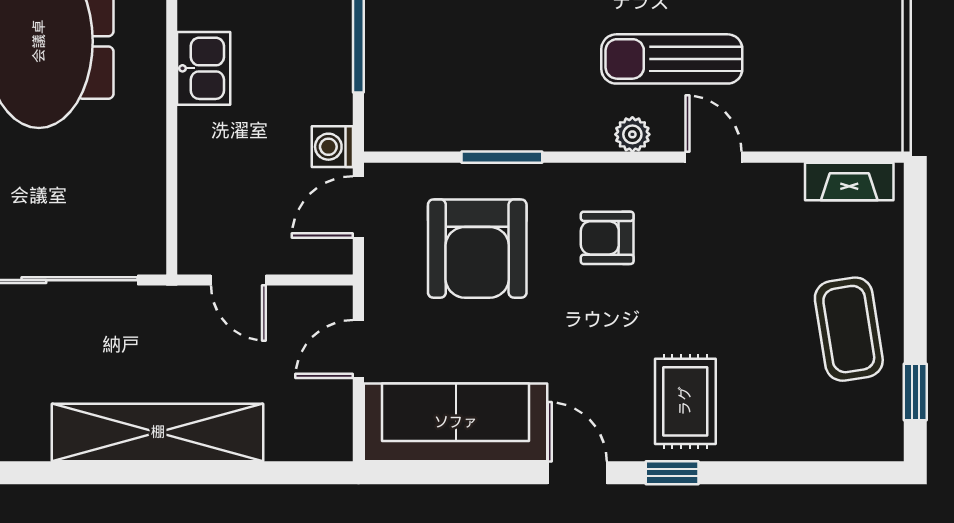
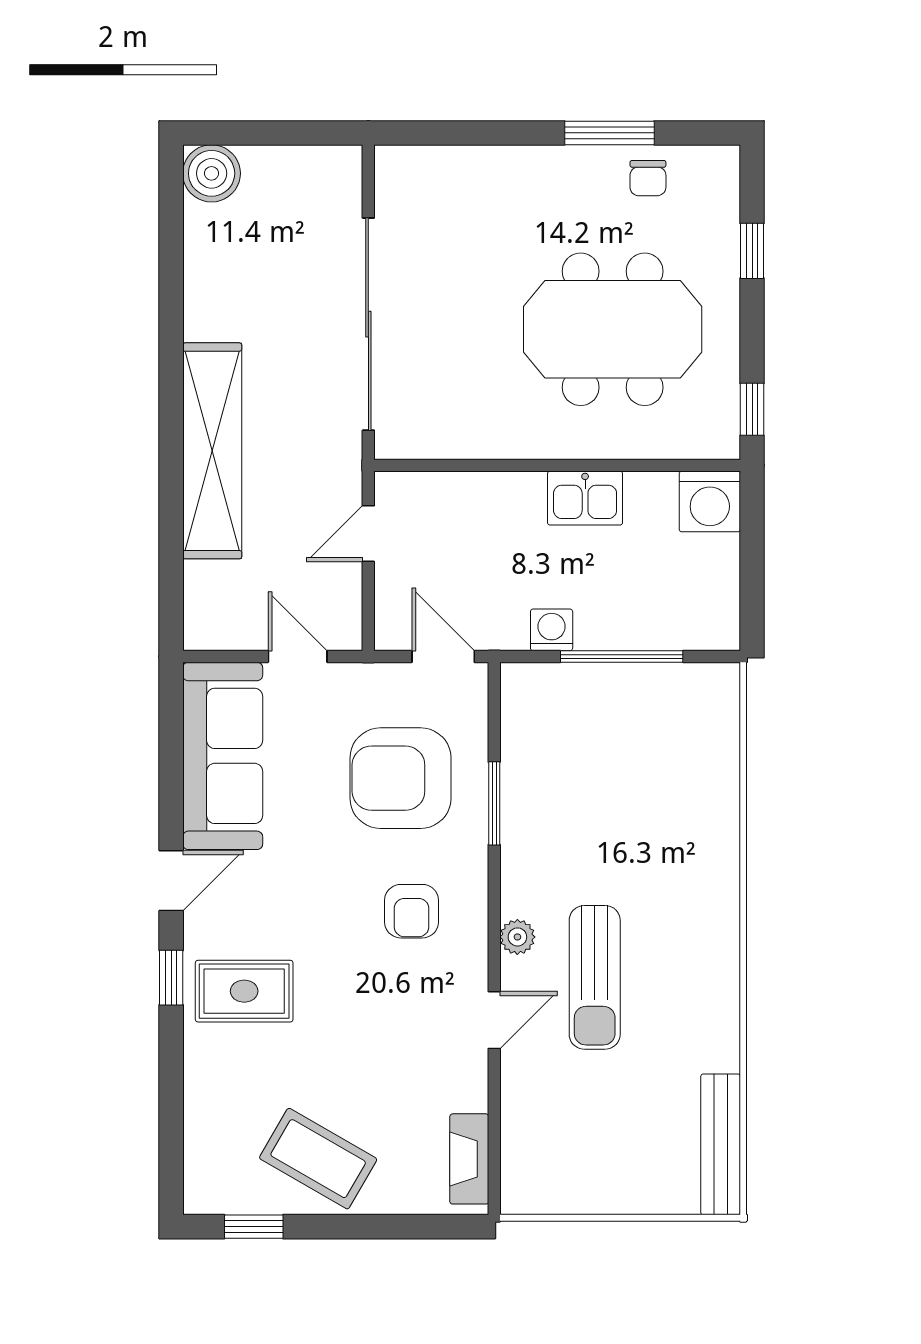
sun lounger: (672, 59) -> (595, 977), turned 180
washing machine: (332, 147) -> (552, 630), moved
armchair: (607, 238) -> (412, 911), turned 180
coffee table: (849, 329) -> (318, 1159), turned 39

